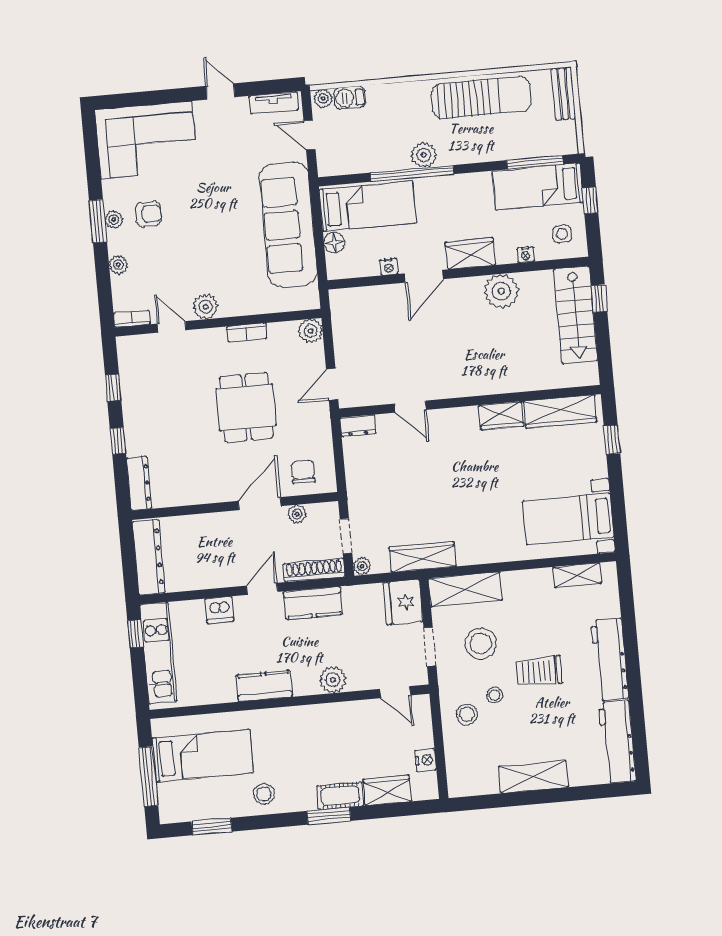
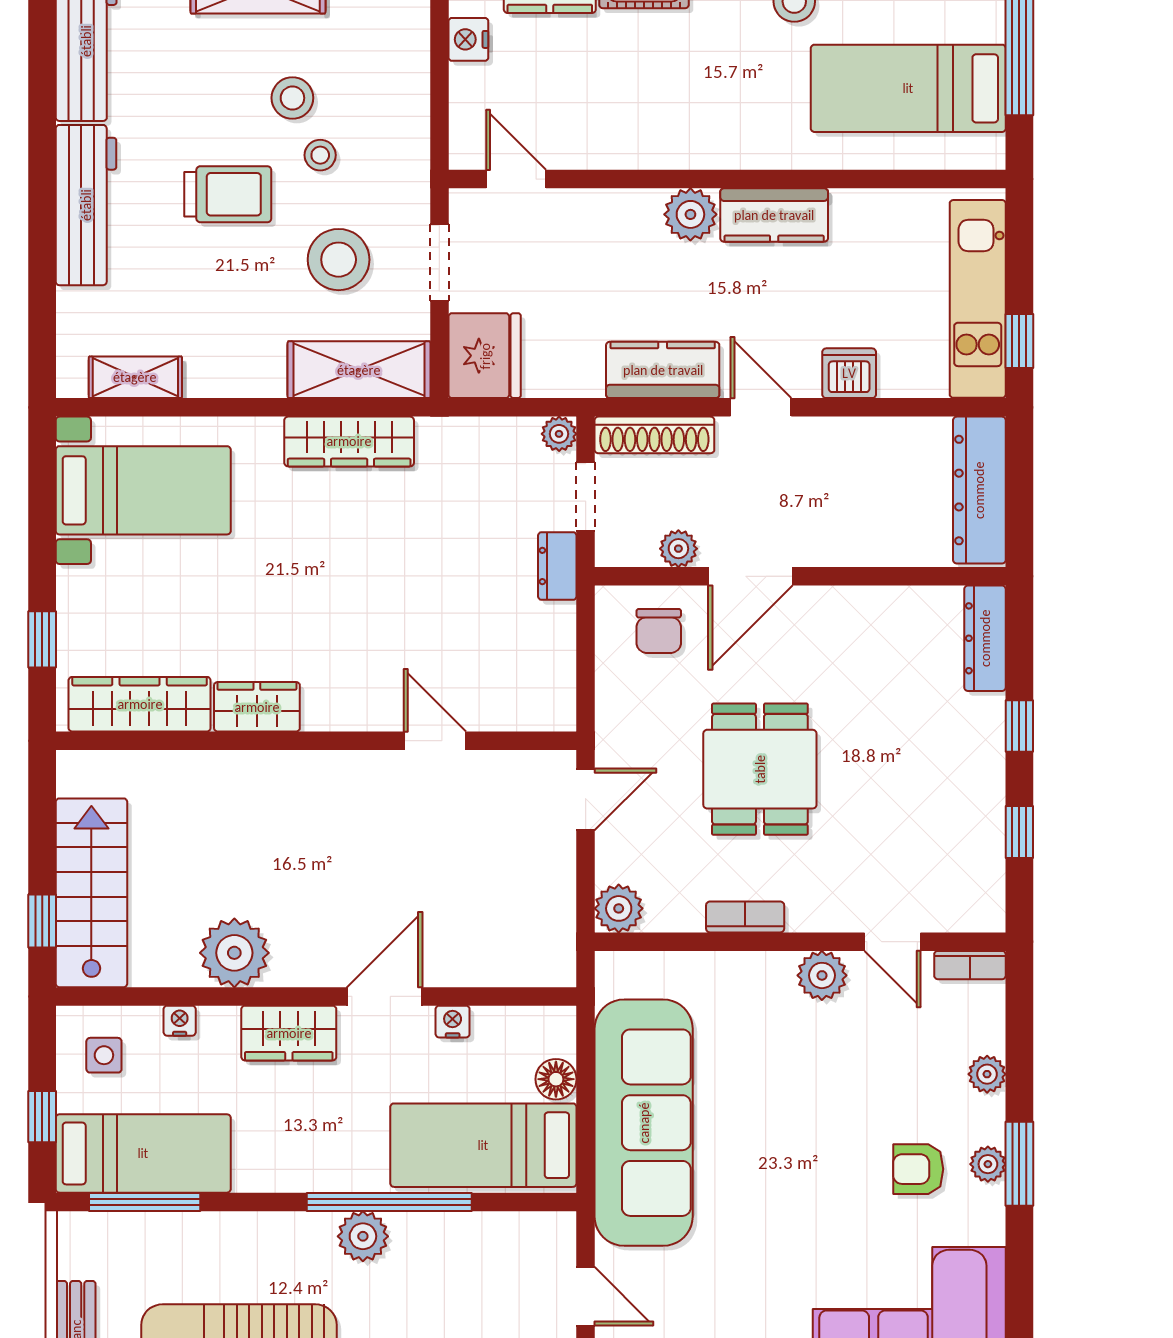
dresser: (358, 426) -> (557, 566), moved, turned -90
wardrobe: (423, 557) -> (349, 441), moved
door: (262, 589) -> (761, 407), swing flipped
plant: (333, 680) -> (690, 214), moved
stool: (467, 714) -> (292, 98), moved

